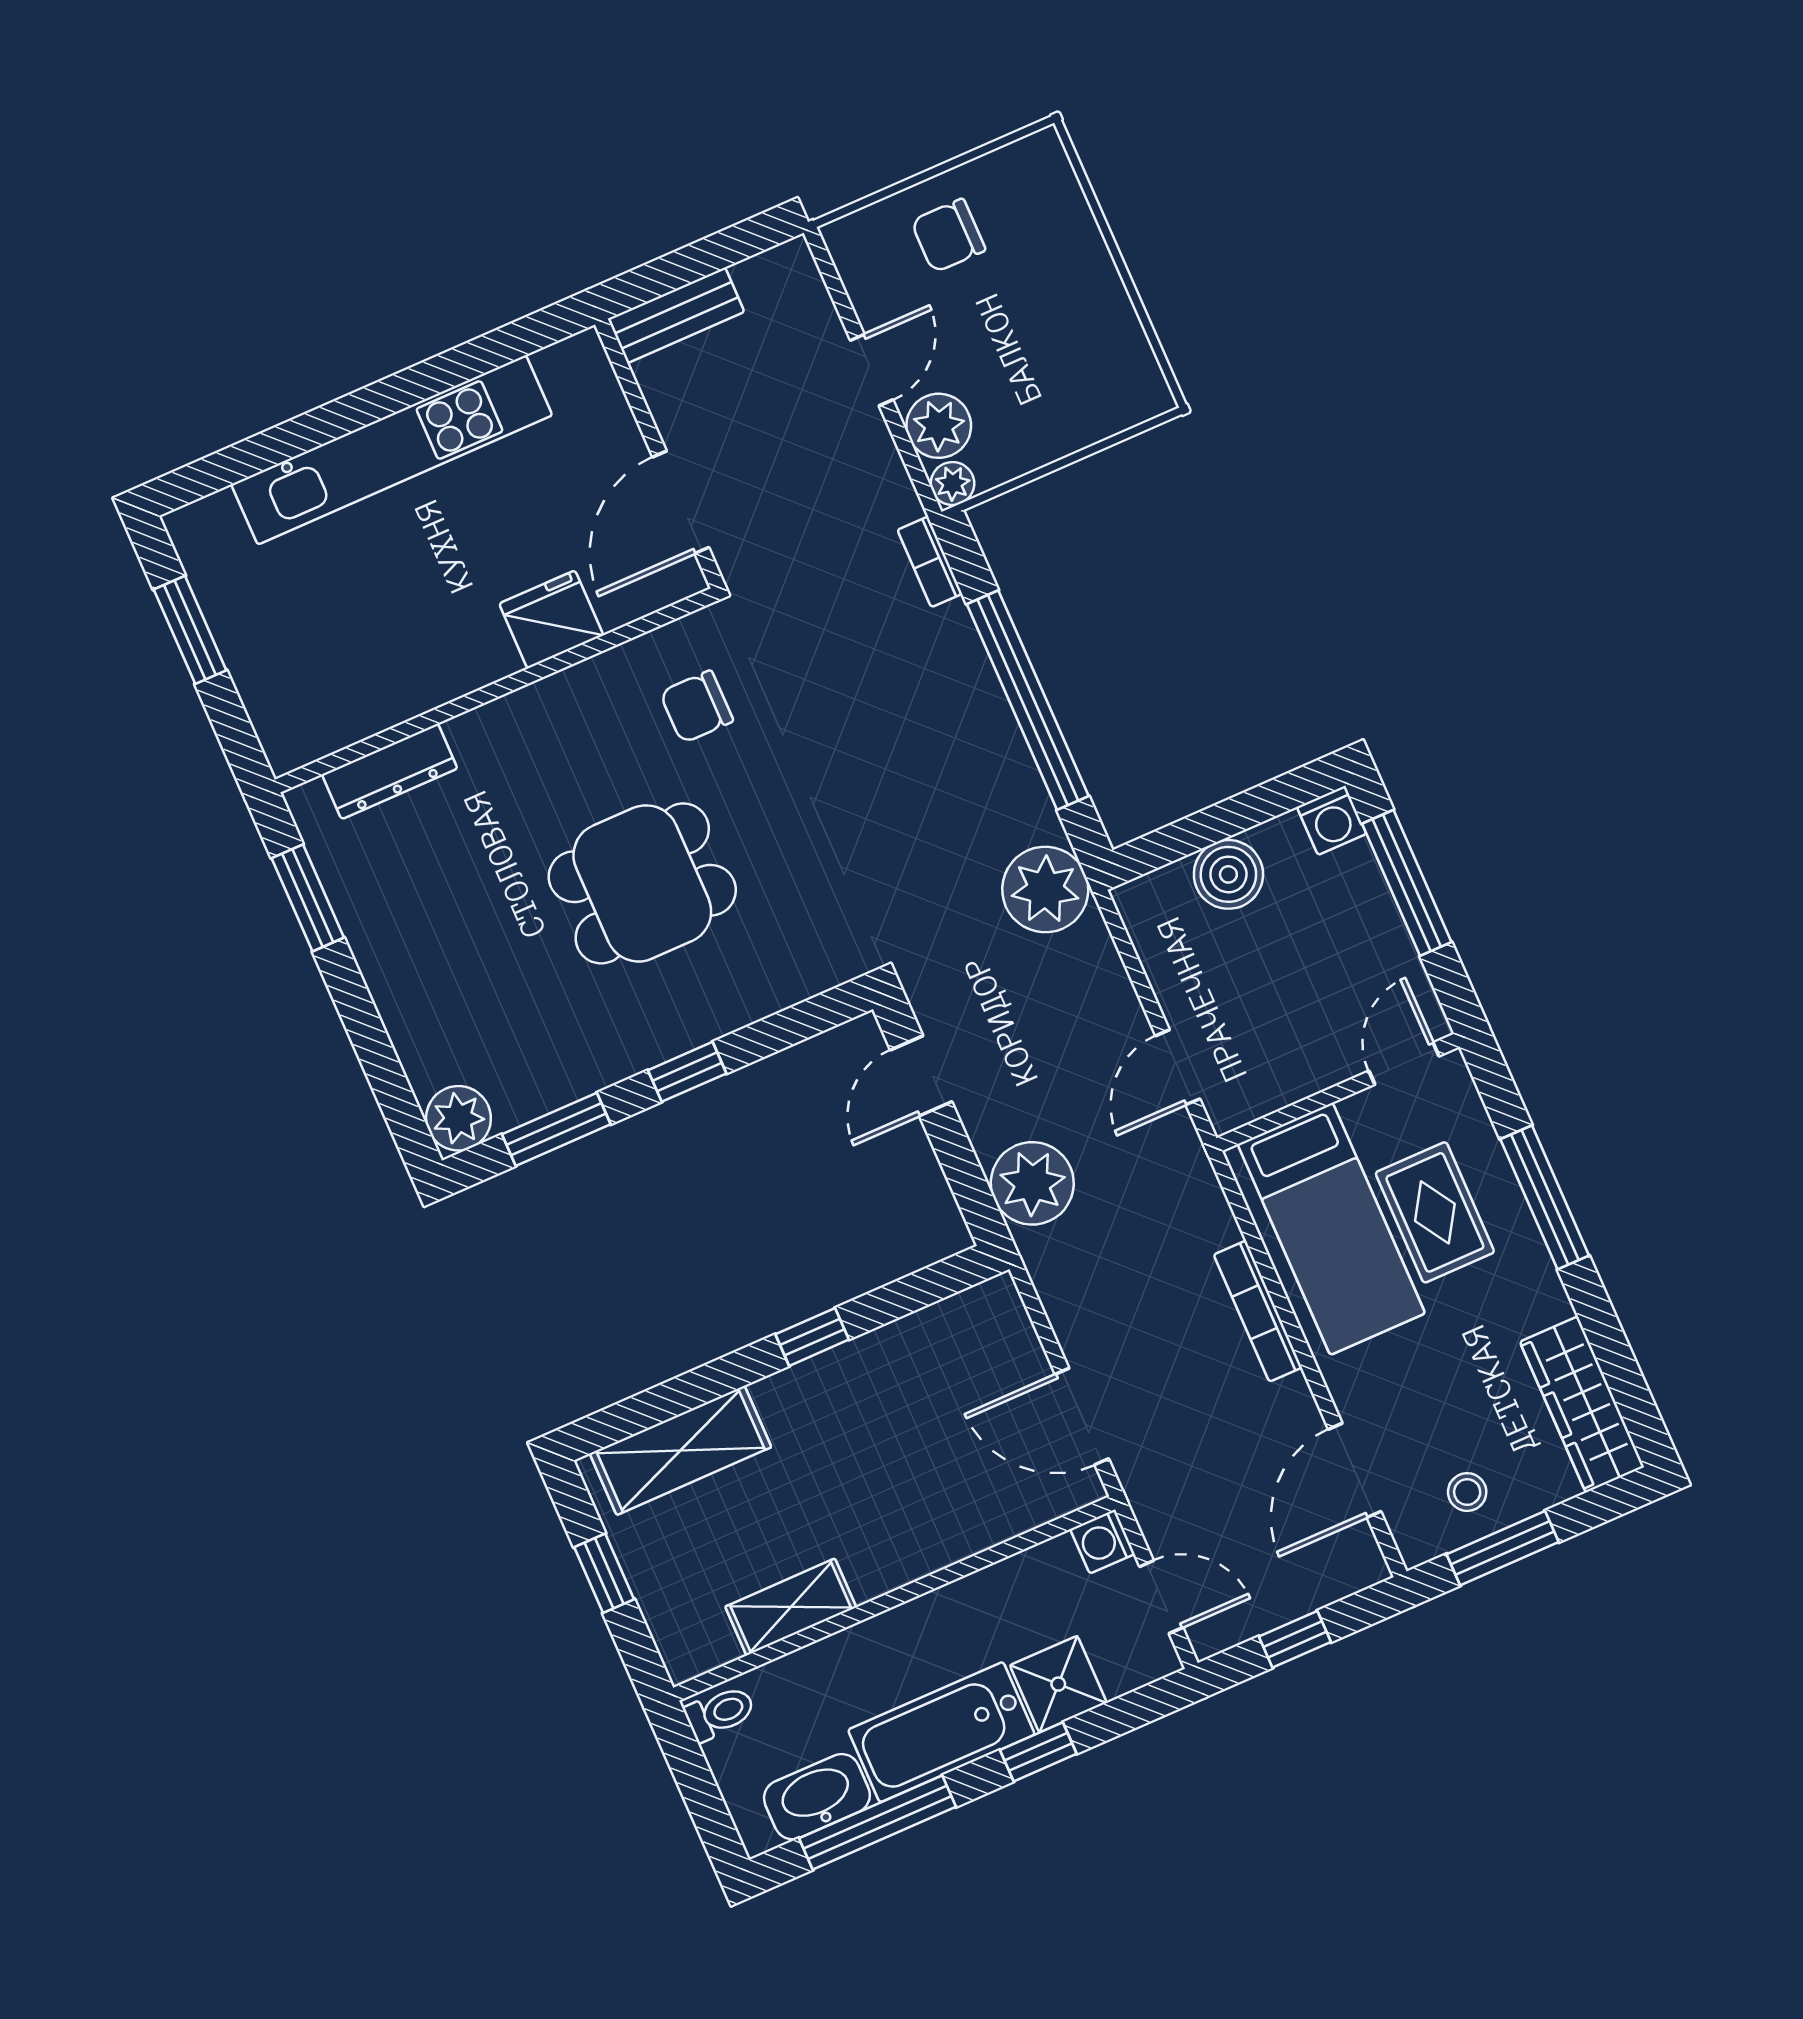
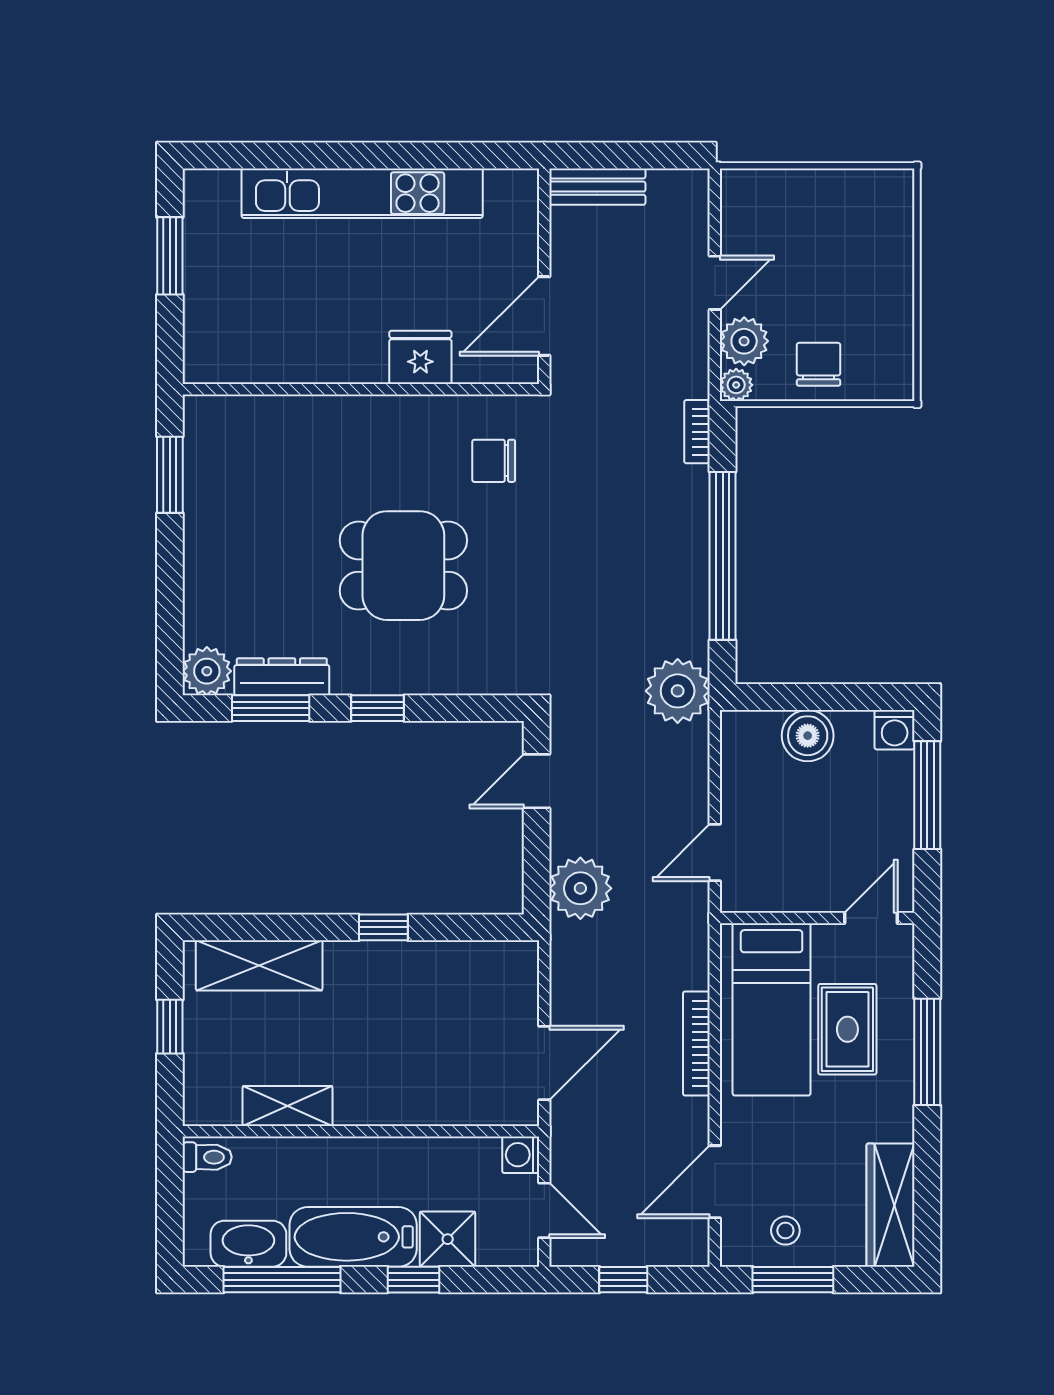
chair: (948, 236) -> (819, 364), moved, turned 90
dresser: (390, 771) -> (282, 677), moved, turned 180
door: (1082, 1417) -> (544, 1063), swing flipped

